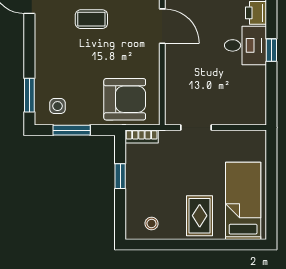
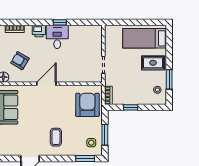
coffee table: (91, 19) -> (56, 137), moved
window: (170, 245) -> (169, 79), added

